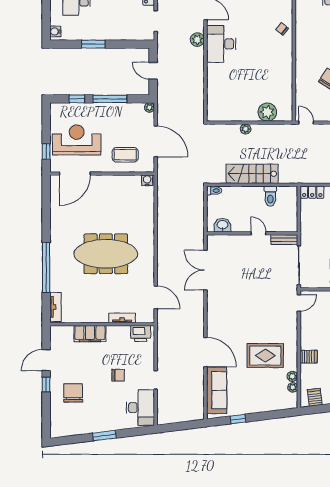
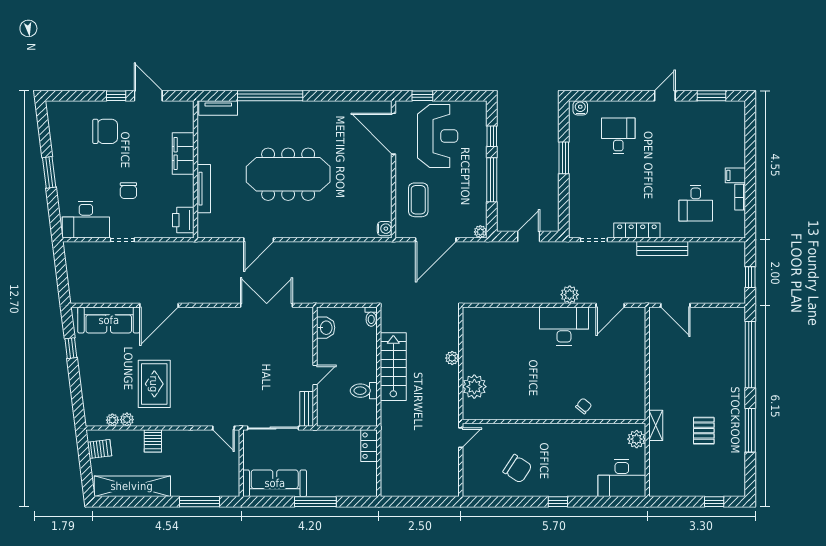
meeting table: (106, 254) -> (288, 174), turned 90
door: (156, 297) -> (259, 240), moved
tv unit: (122, 318) -> (204, 189), width x1.41

